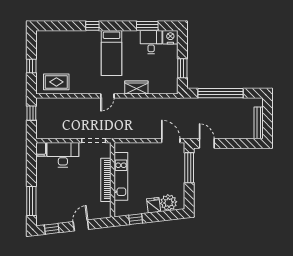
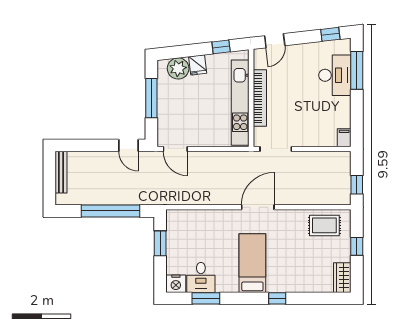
wardrobe: (136, 88) -> (342, 278), moved, turned 90
door: (107, 96) -> (258, 207), width x1.88
desk: (63, 155) -> (335, 75), moved, turned -90
window: (189, 168) -> (151, 98), moved
kitchen unit: (121, 176) -> (240, 103), width x1.36
door: (81, 225) -> (275, 41), moved

